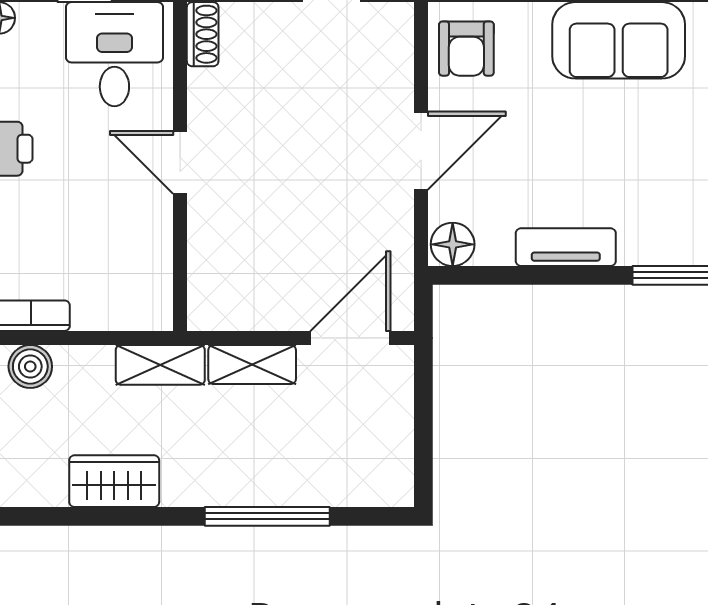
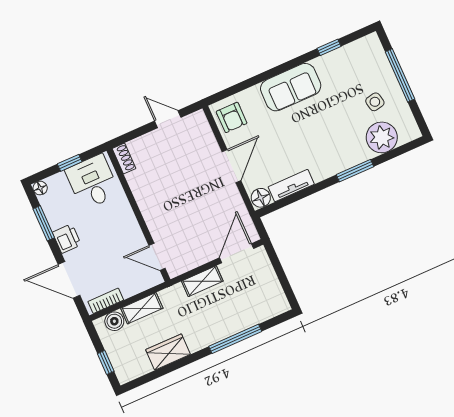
door: (180, 162) -> (157, 257), moved
tv unit: (566, 247) -> (291, 186), moved
shelving: (160, 365) -> (142, 308), moved

